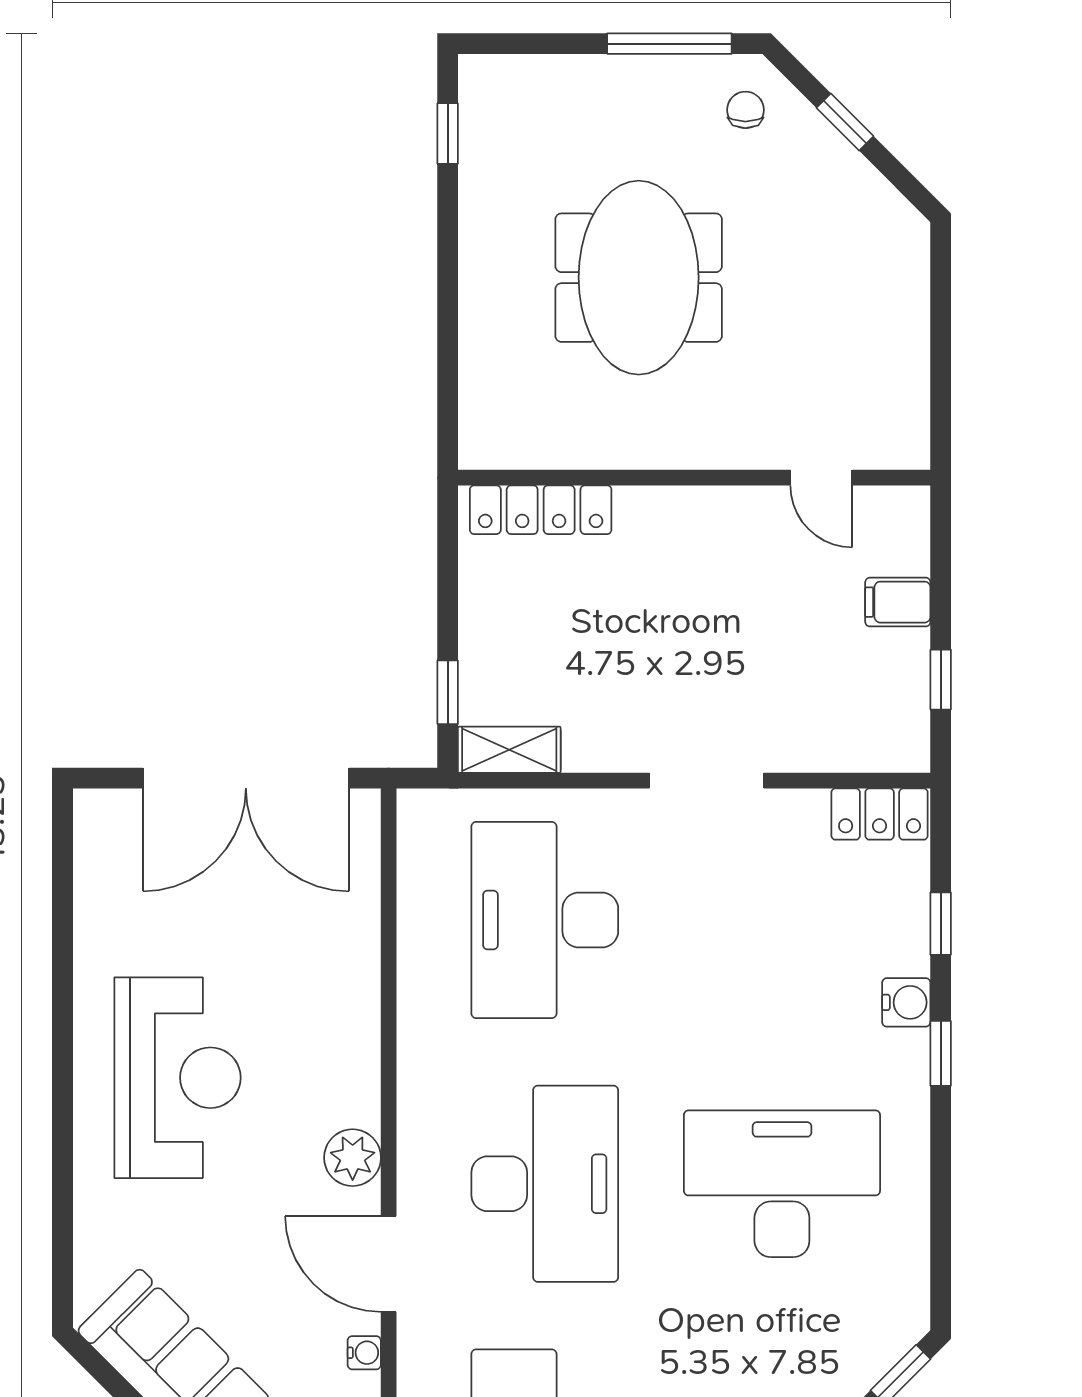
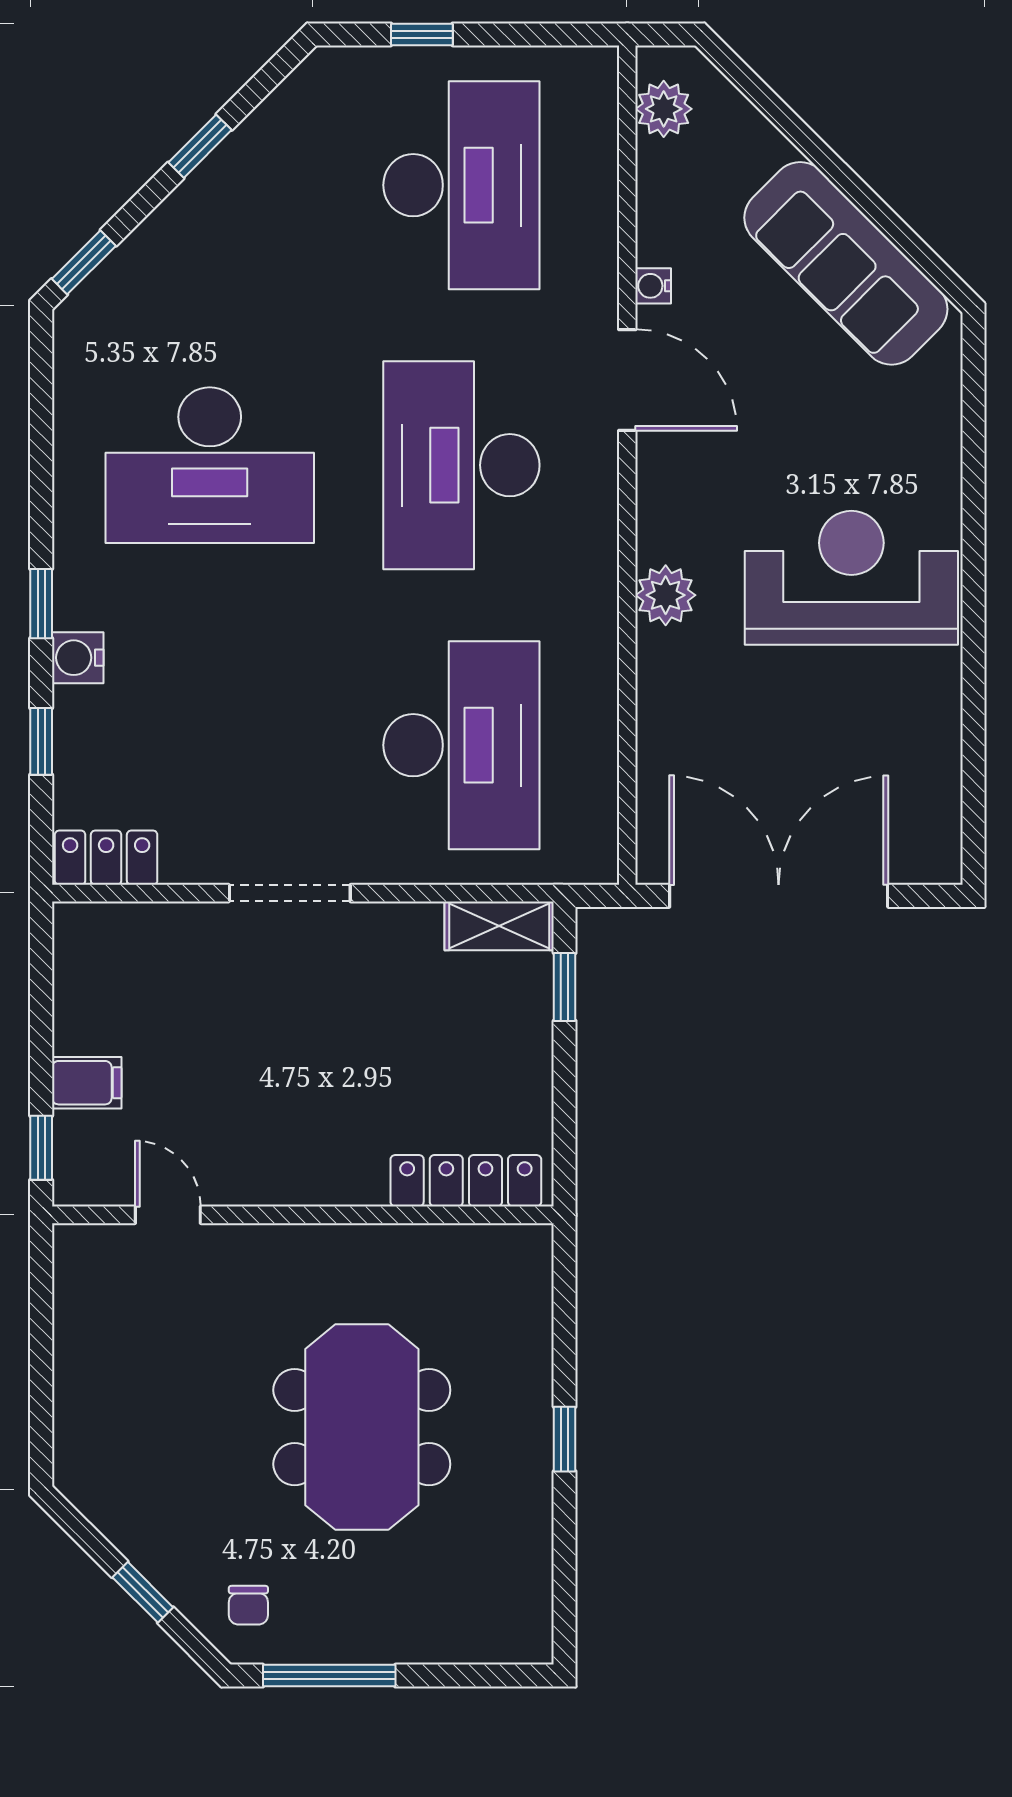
window: (448, 134) -> (565, 1439), moved
window: (941, 680) -> (41, 1148), moved
reception desk: (178, 1078) -> (851, 578), turned 90
plant: (353, 1158) -> (666, 595), moved

